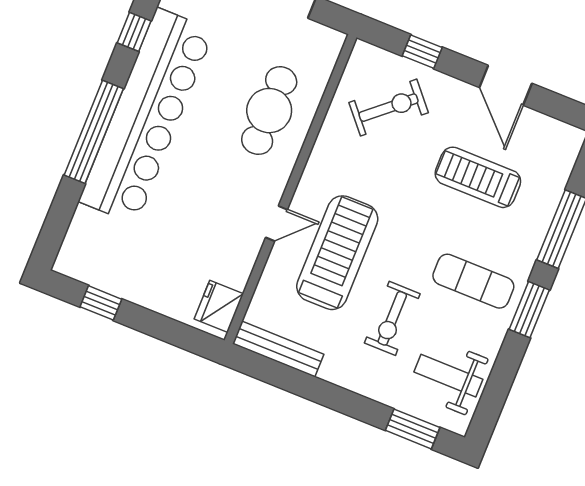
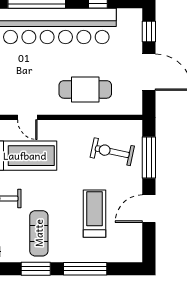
window: (422, 52) -> (149, 158), width x2.17
exercise bike: (389, 108) -> (112, 152), turned 143

